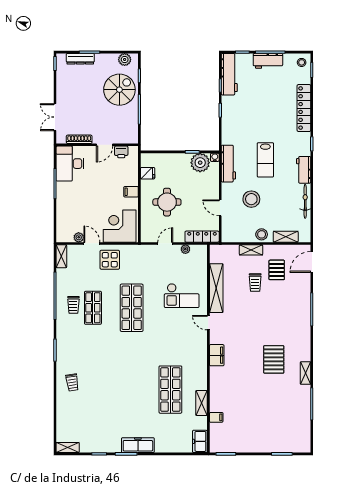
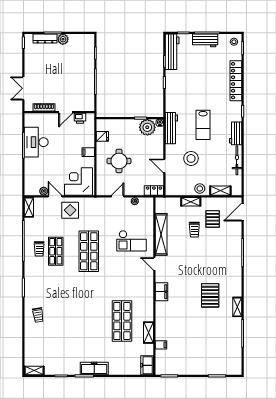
plant: (125, 59) -> (63, 39), moved
spiral stairs: (119, 90) -> (78, 65), removed
desk: (70, 164) -> (36, 142), moved
locker: (202, 237) -> (154, 190), width x0.66

